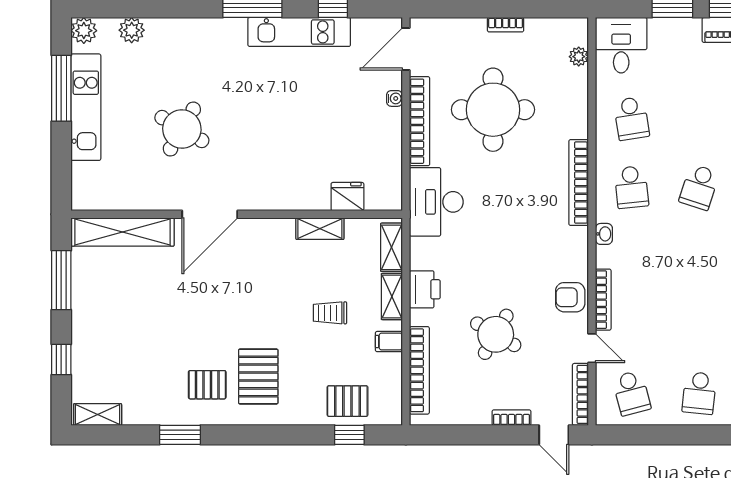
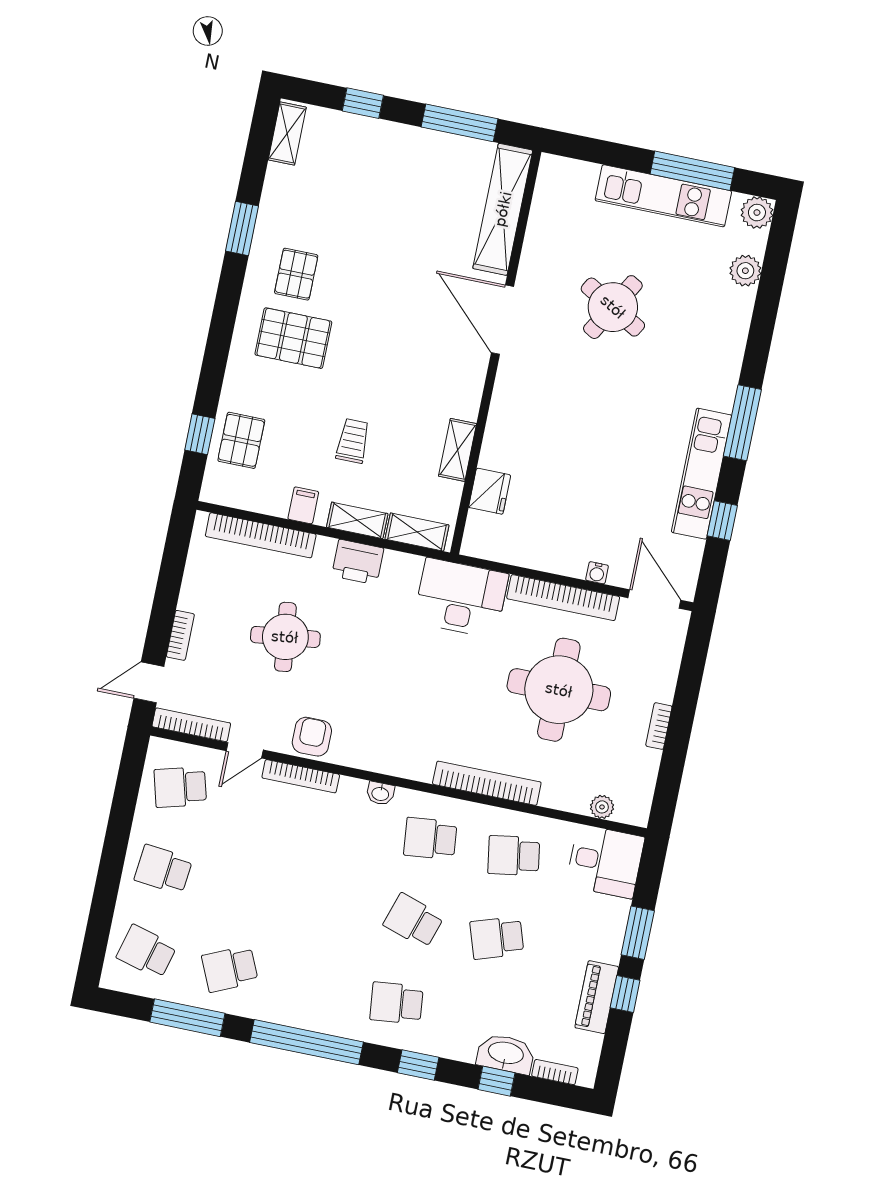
school desk: (699, 118) -> (497, 938), added
bookcase: (579, 183) -> (487, 783), moved
round table: (496, 334) -> (285, 637), turned -37

